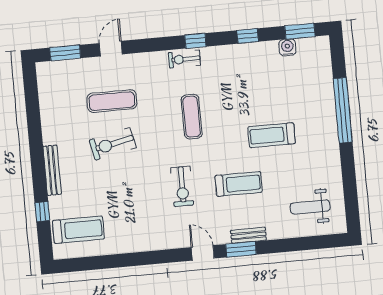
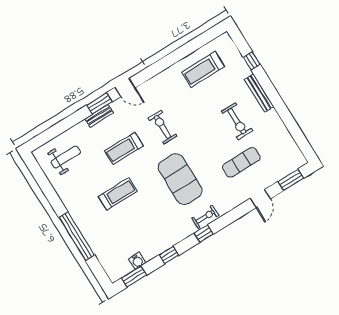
exercise mat: (192, 117) -> (180, 179), width x2.00, depth x1.45
exercise bike: (113, 144) -> (237, 121), moved, turned 102
treadmill: (78, 230) -> (203, 69), moved

